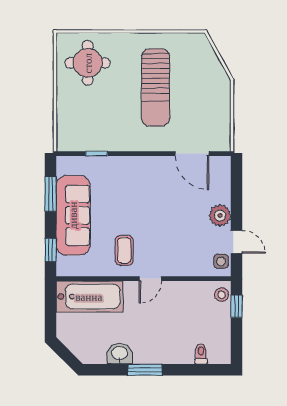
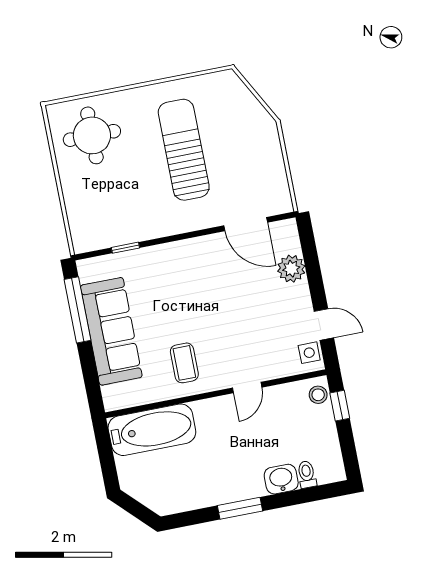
sun lounger: (156, 87) -> (184, 150), turned 180
window: (51, 194) -> (78, 310), width x1.44
plant: (220, 215) -> (291, 269), moved
window: (51, 250) -> (91, 381), removed
door: (150, 279) -> (247, 388), moved
washbasin: (120, 354) -> (281, 479), moved

